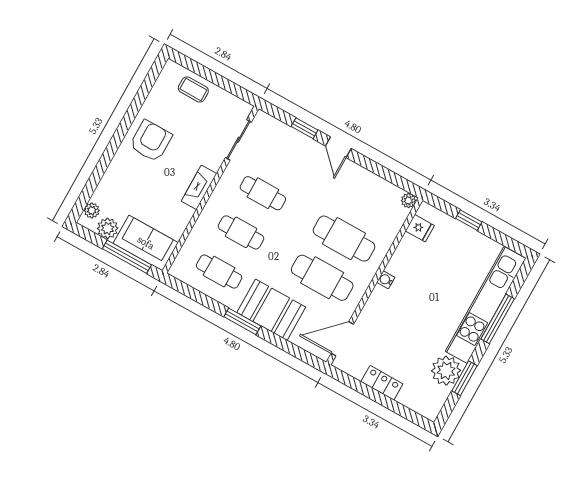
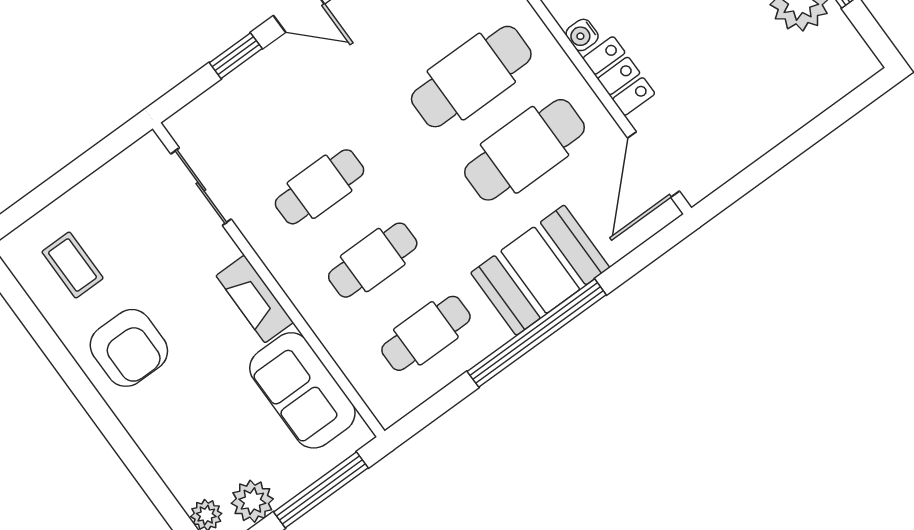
coffee table: (193, 89) -> (73, 265), moved, turned 90
armchair: (151, 141) -> (129, 348), turned 180
sofa: (146, 243) -> (302, 390), moved, turned -90
window: (242, 321) -> (537, 333), width x2.11
locker: (382, 383) -> (619, 76), moved, turned 90

